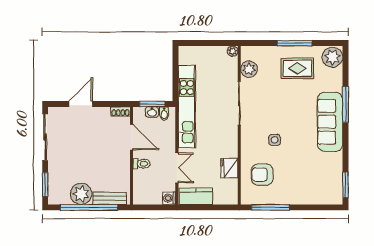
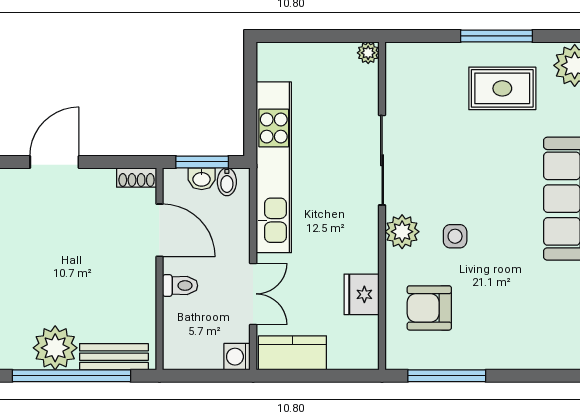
plant: (249, 69) -> (402, 232), moved

